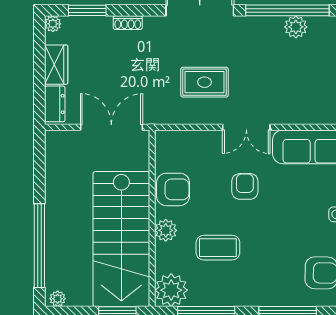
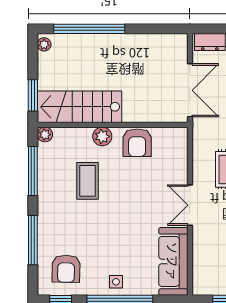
armchair: (245, 186) -> (140, 204), removed
stairs: (121, 239) -> (80, 107), width x0.73, depth x0.66
plant: (171, 290) -> (45, 135), width x0.53, depth x0.53

